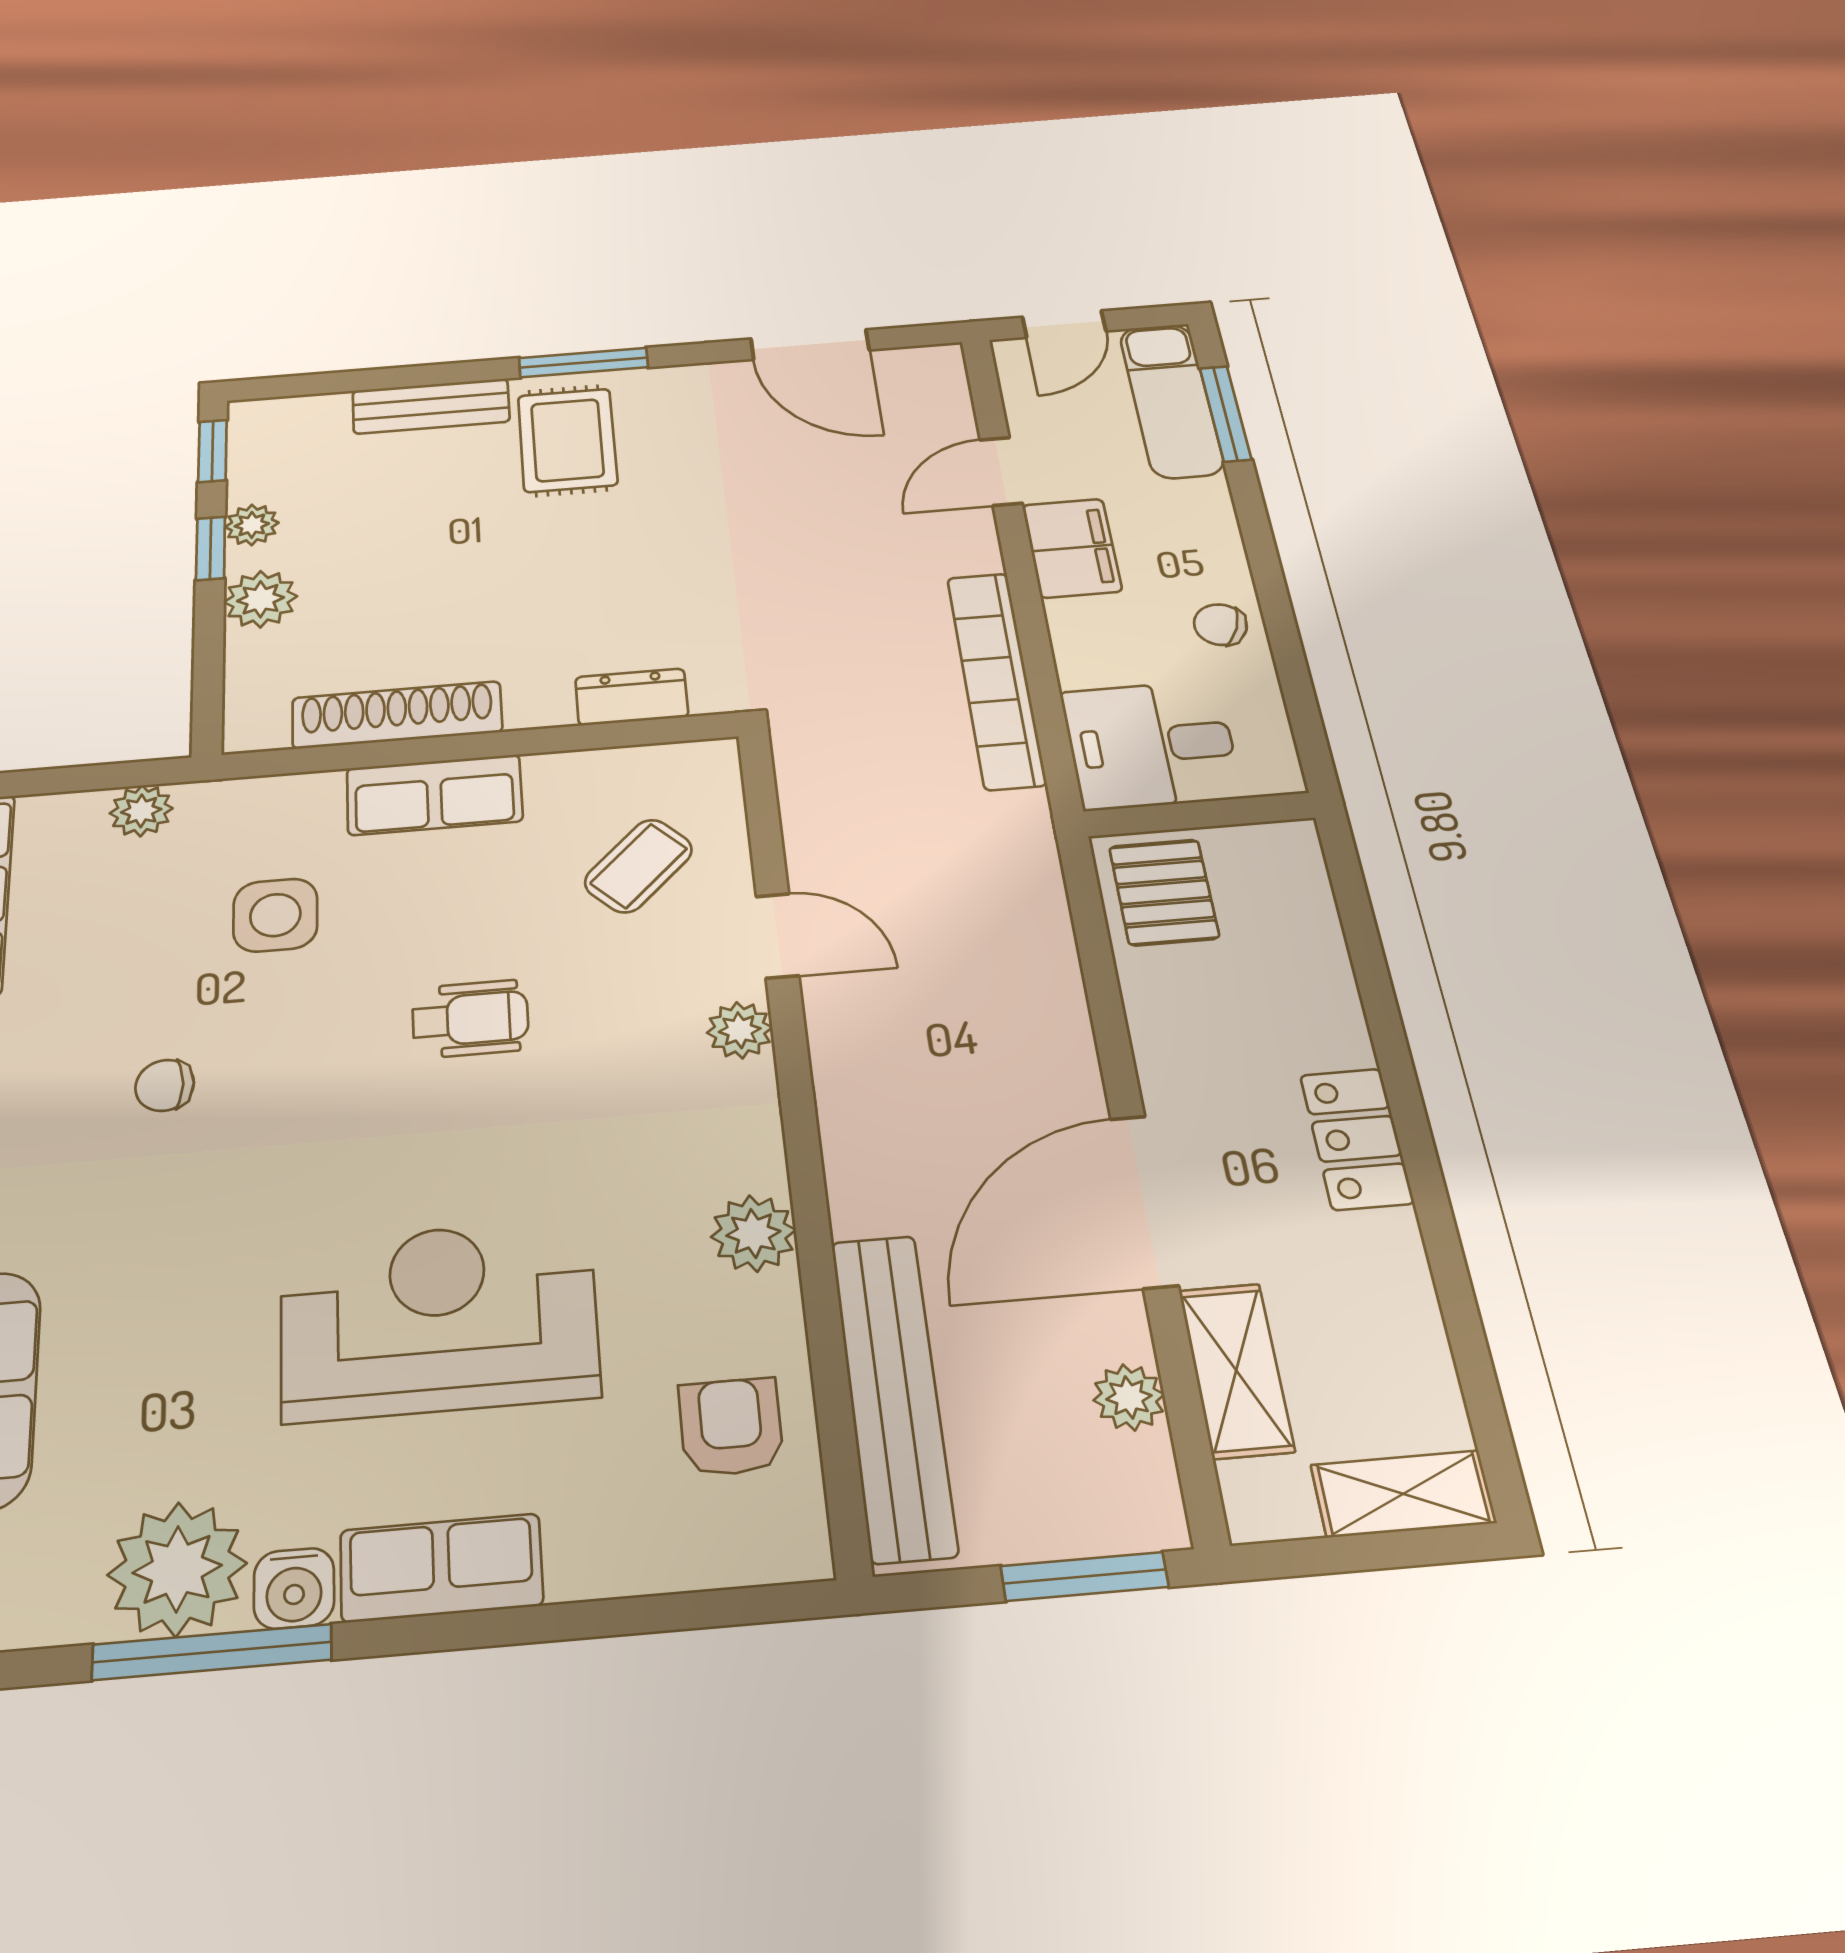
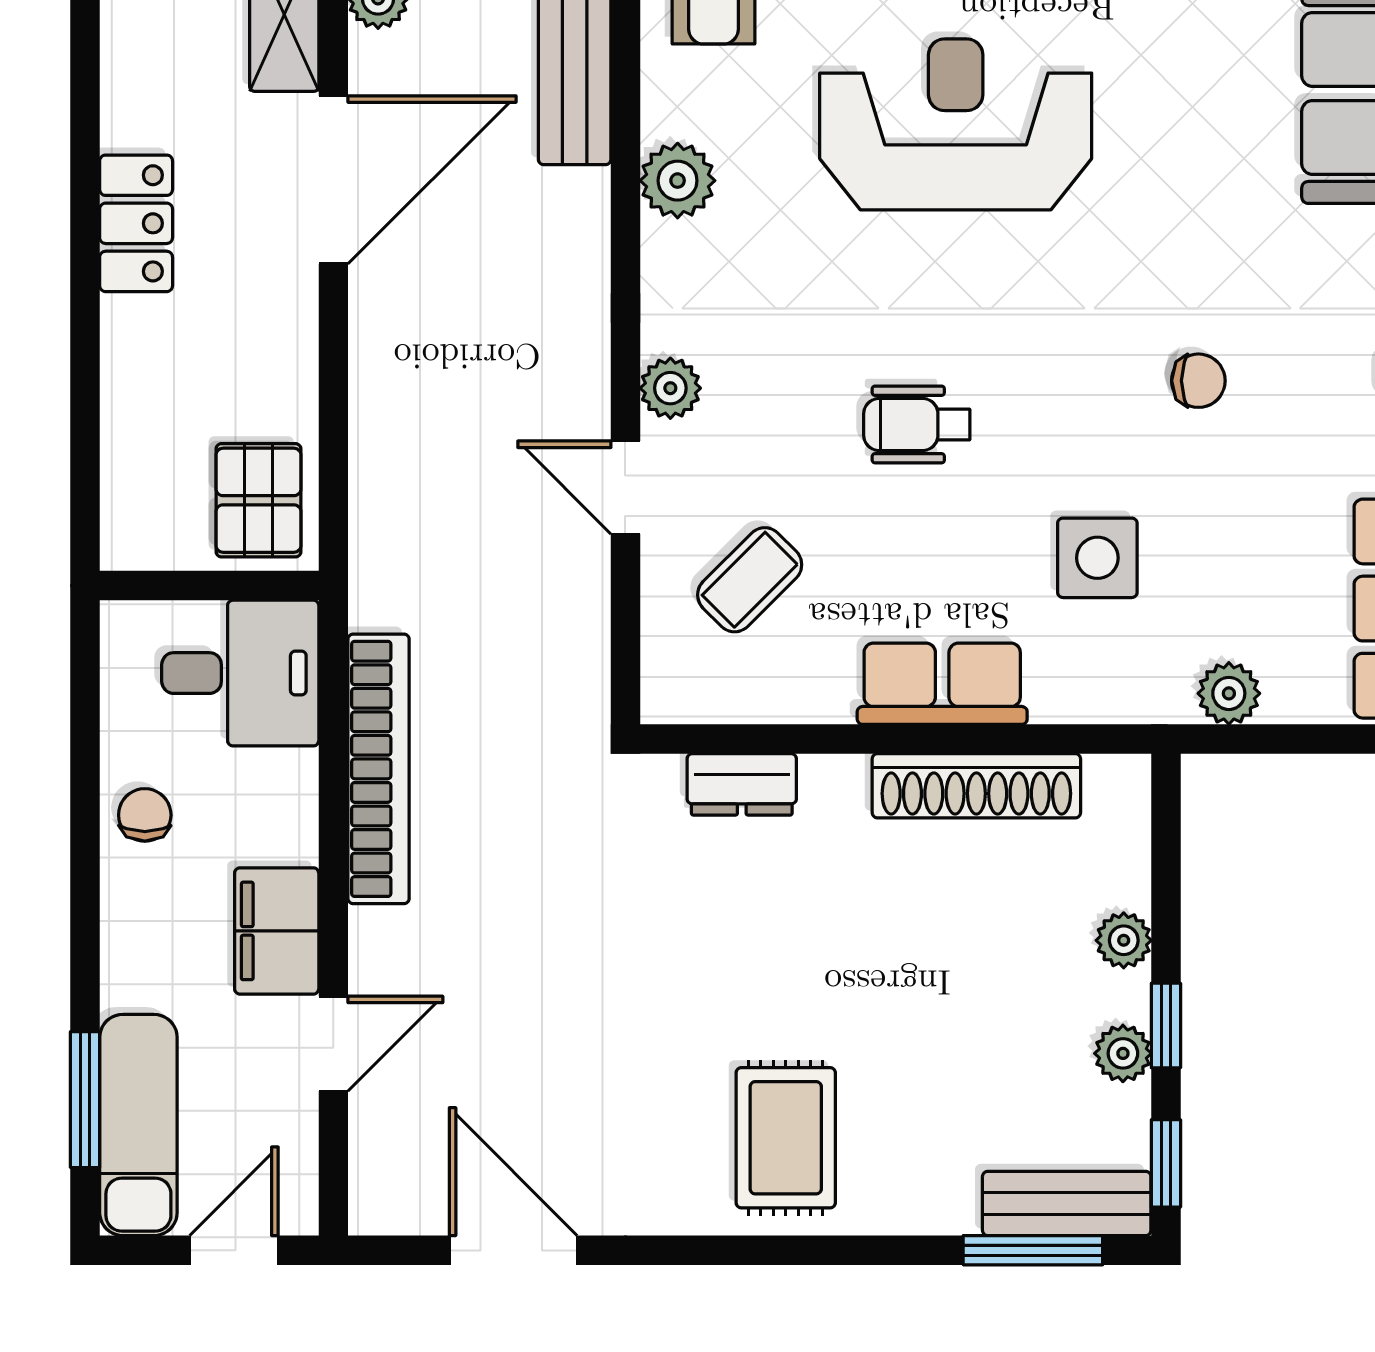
window: (584, 363) -> (1033, 1250), moved
bench: (431, 406) -> (1067, 1203), moved
plant: (261, 599) -> (1124, 940), width x0.73, depth x0.73
chair: (1220, 625) -> (145, 815), turned -111
reception desk: (439, 1319) -> (956, 124), turned 180

